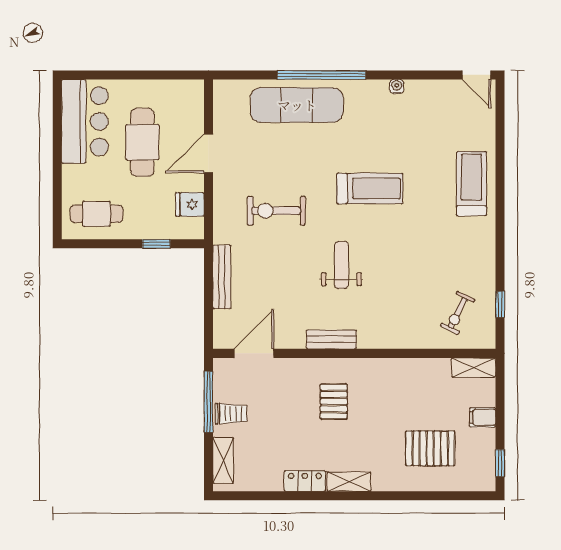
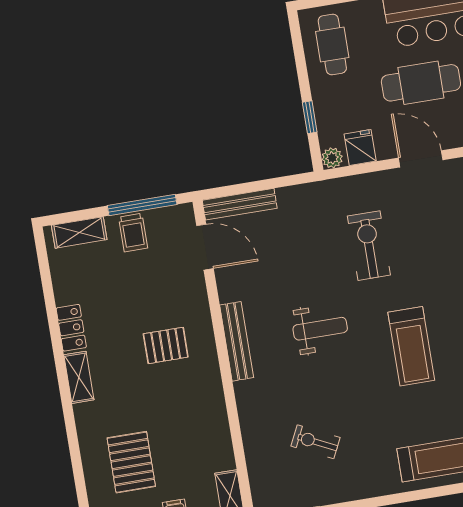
plant: (195, 230) -> (332, 158), added
bench: (222, 277) -> (240, 204), moved
exercise bike: (458, 313) -> (315, 442), moved
bench: (331, 339) -> (237, 341), width x1.36

